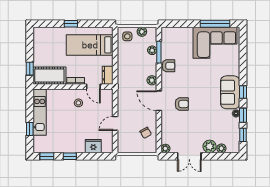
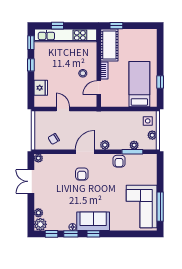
window: (71, 24) -> (160, 82), moved
dresser: (108, 75) -> (110, 102), removed
kitchen unit: (40, 112) -> (66, 35), width x1.36
plant: (210, 146) -> (40, 224), moved

